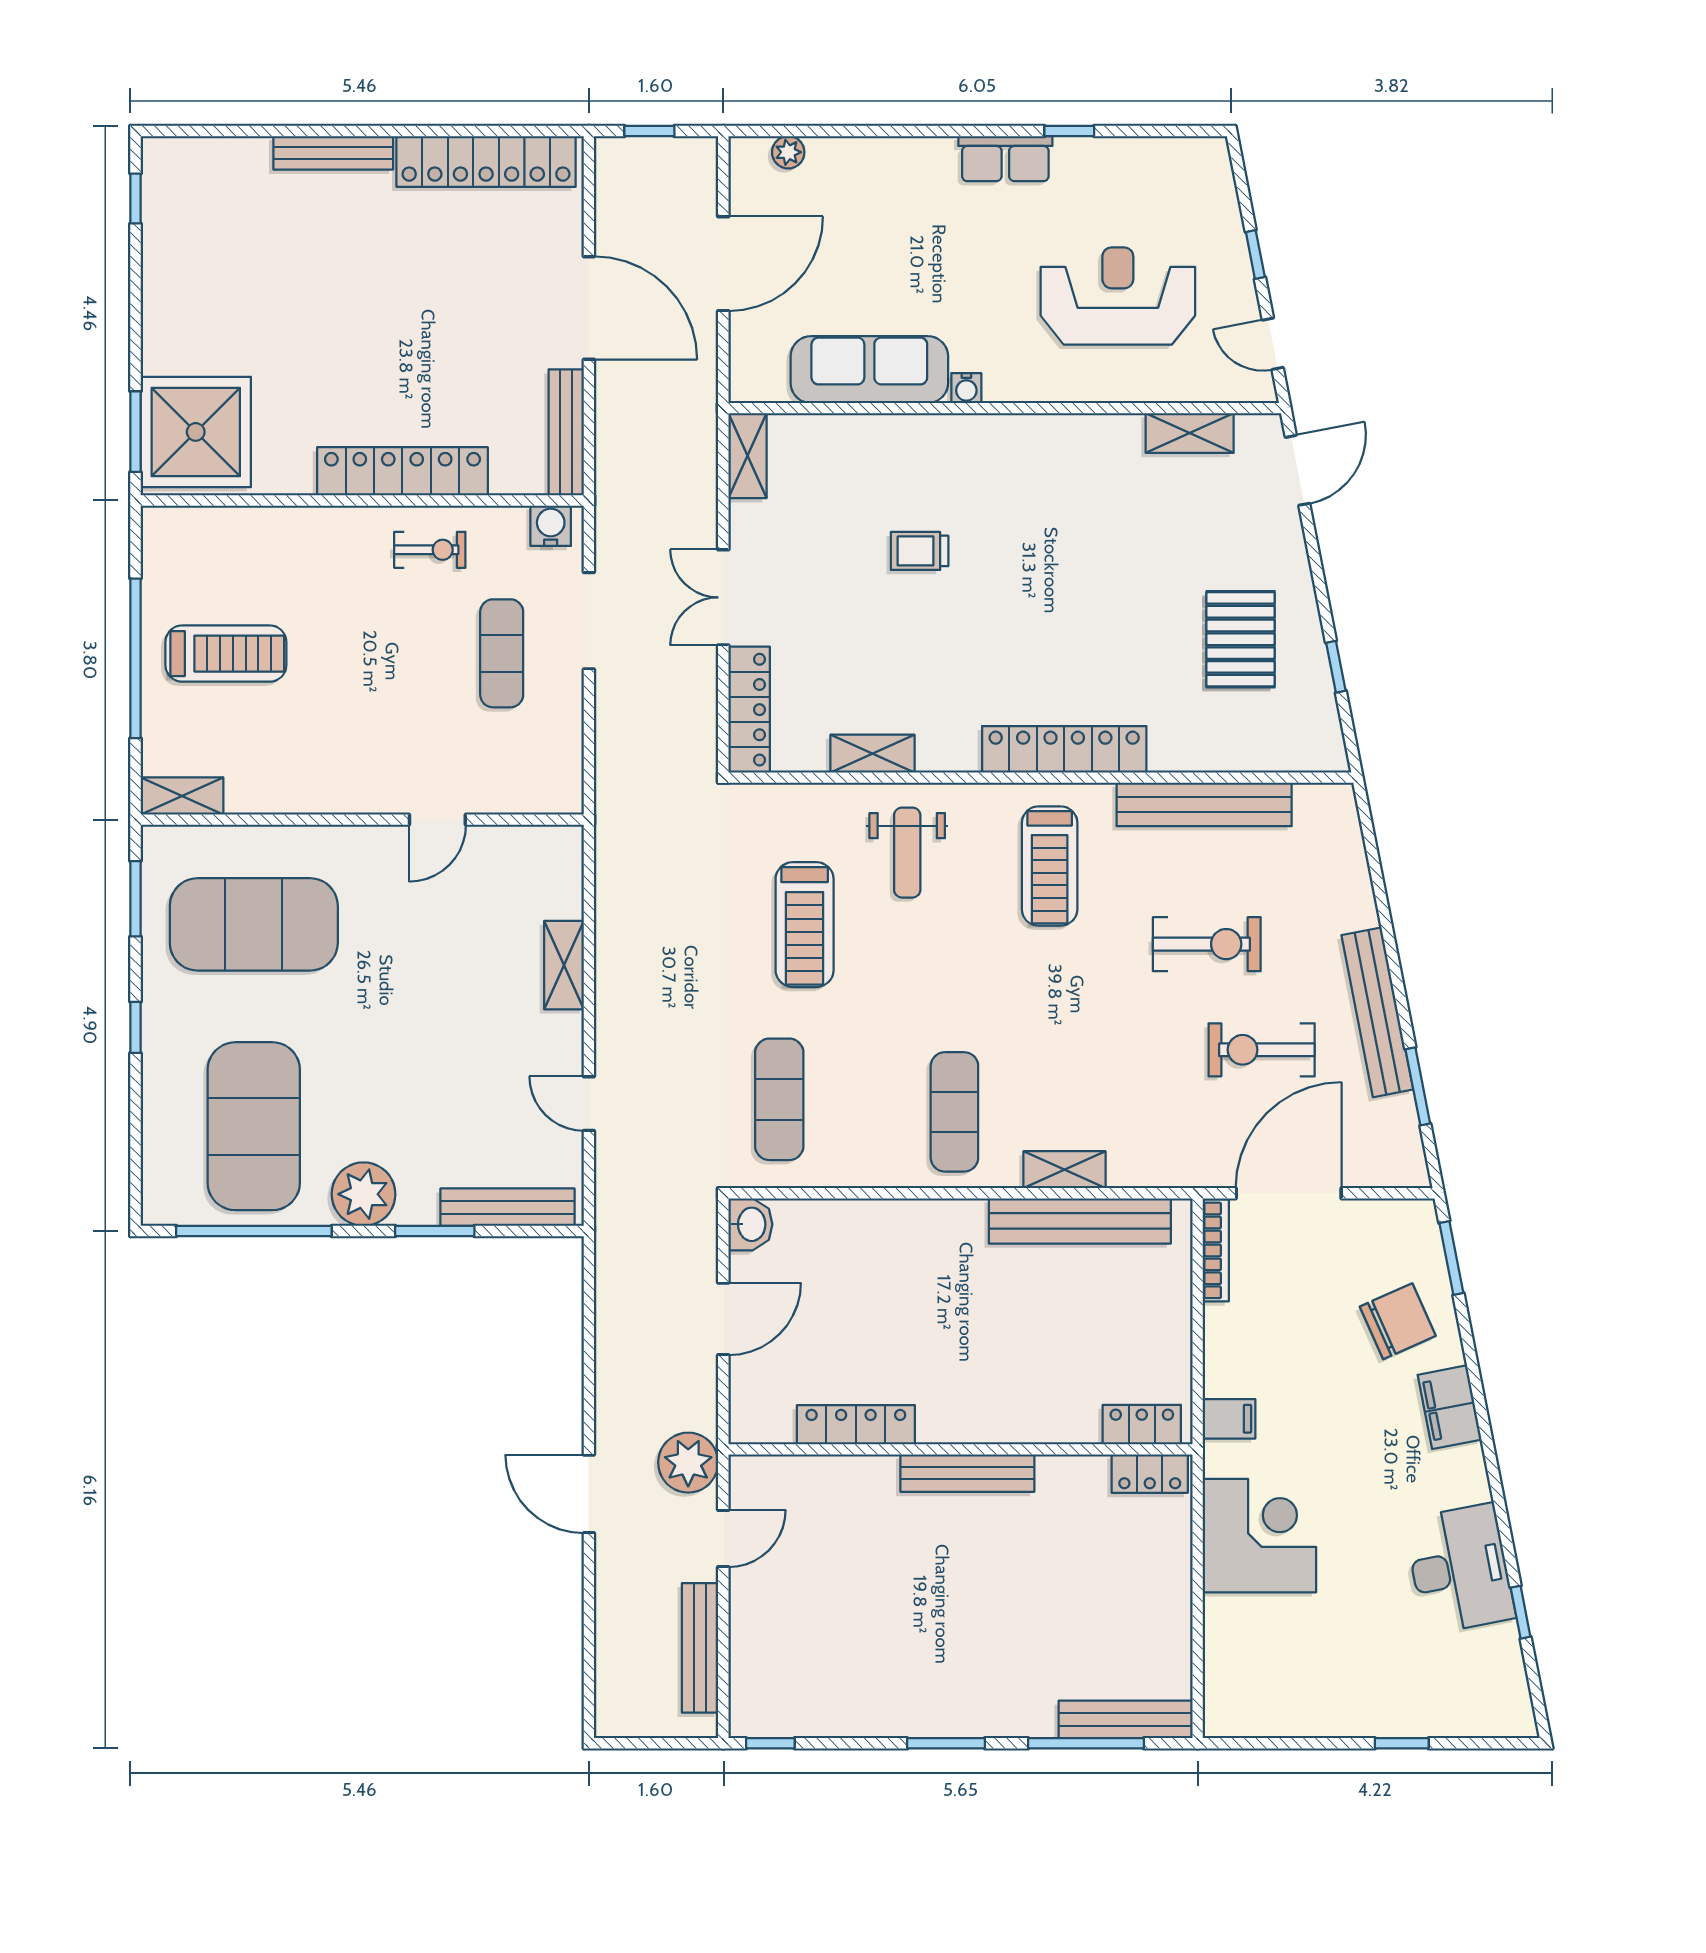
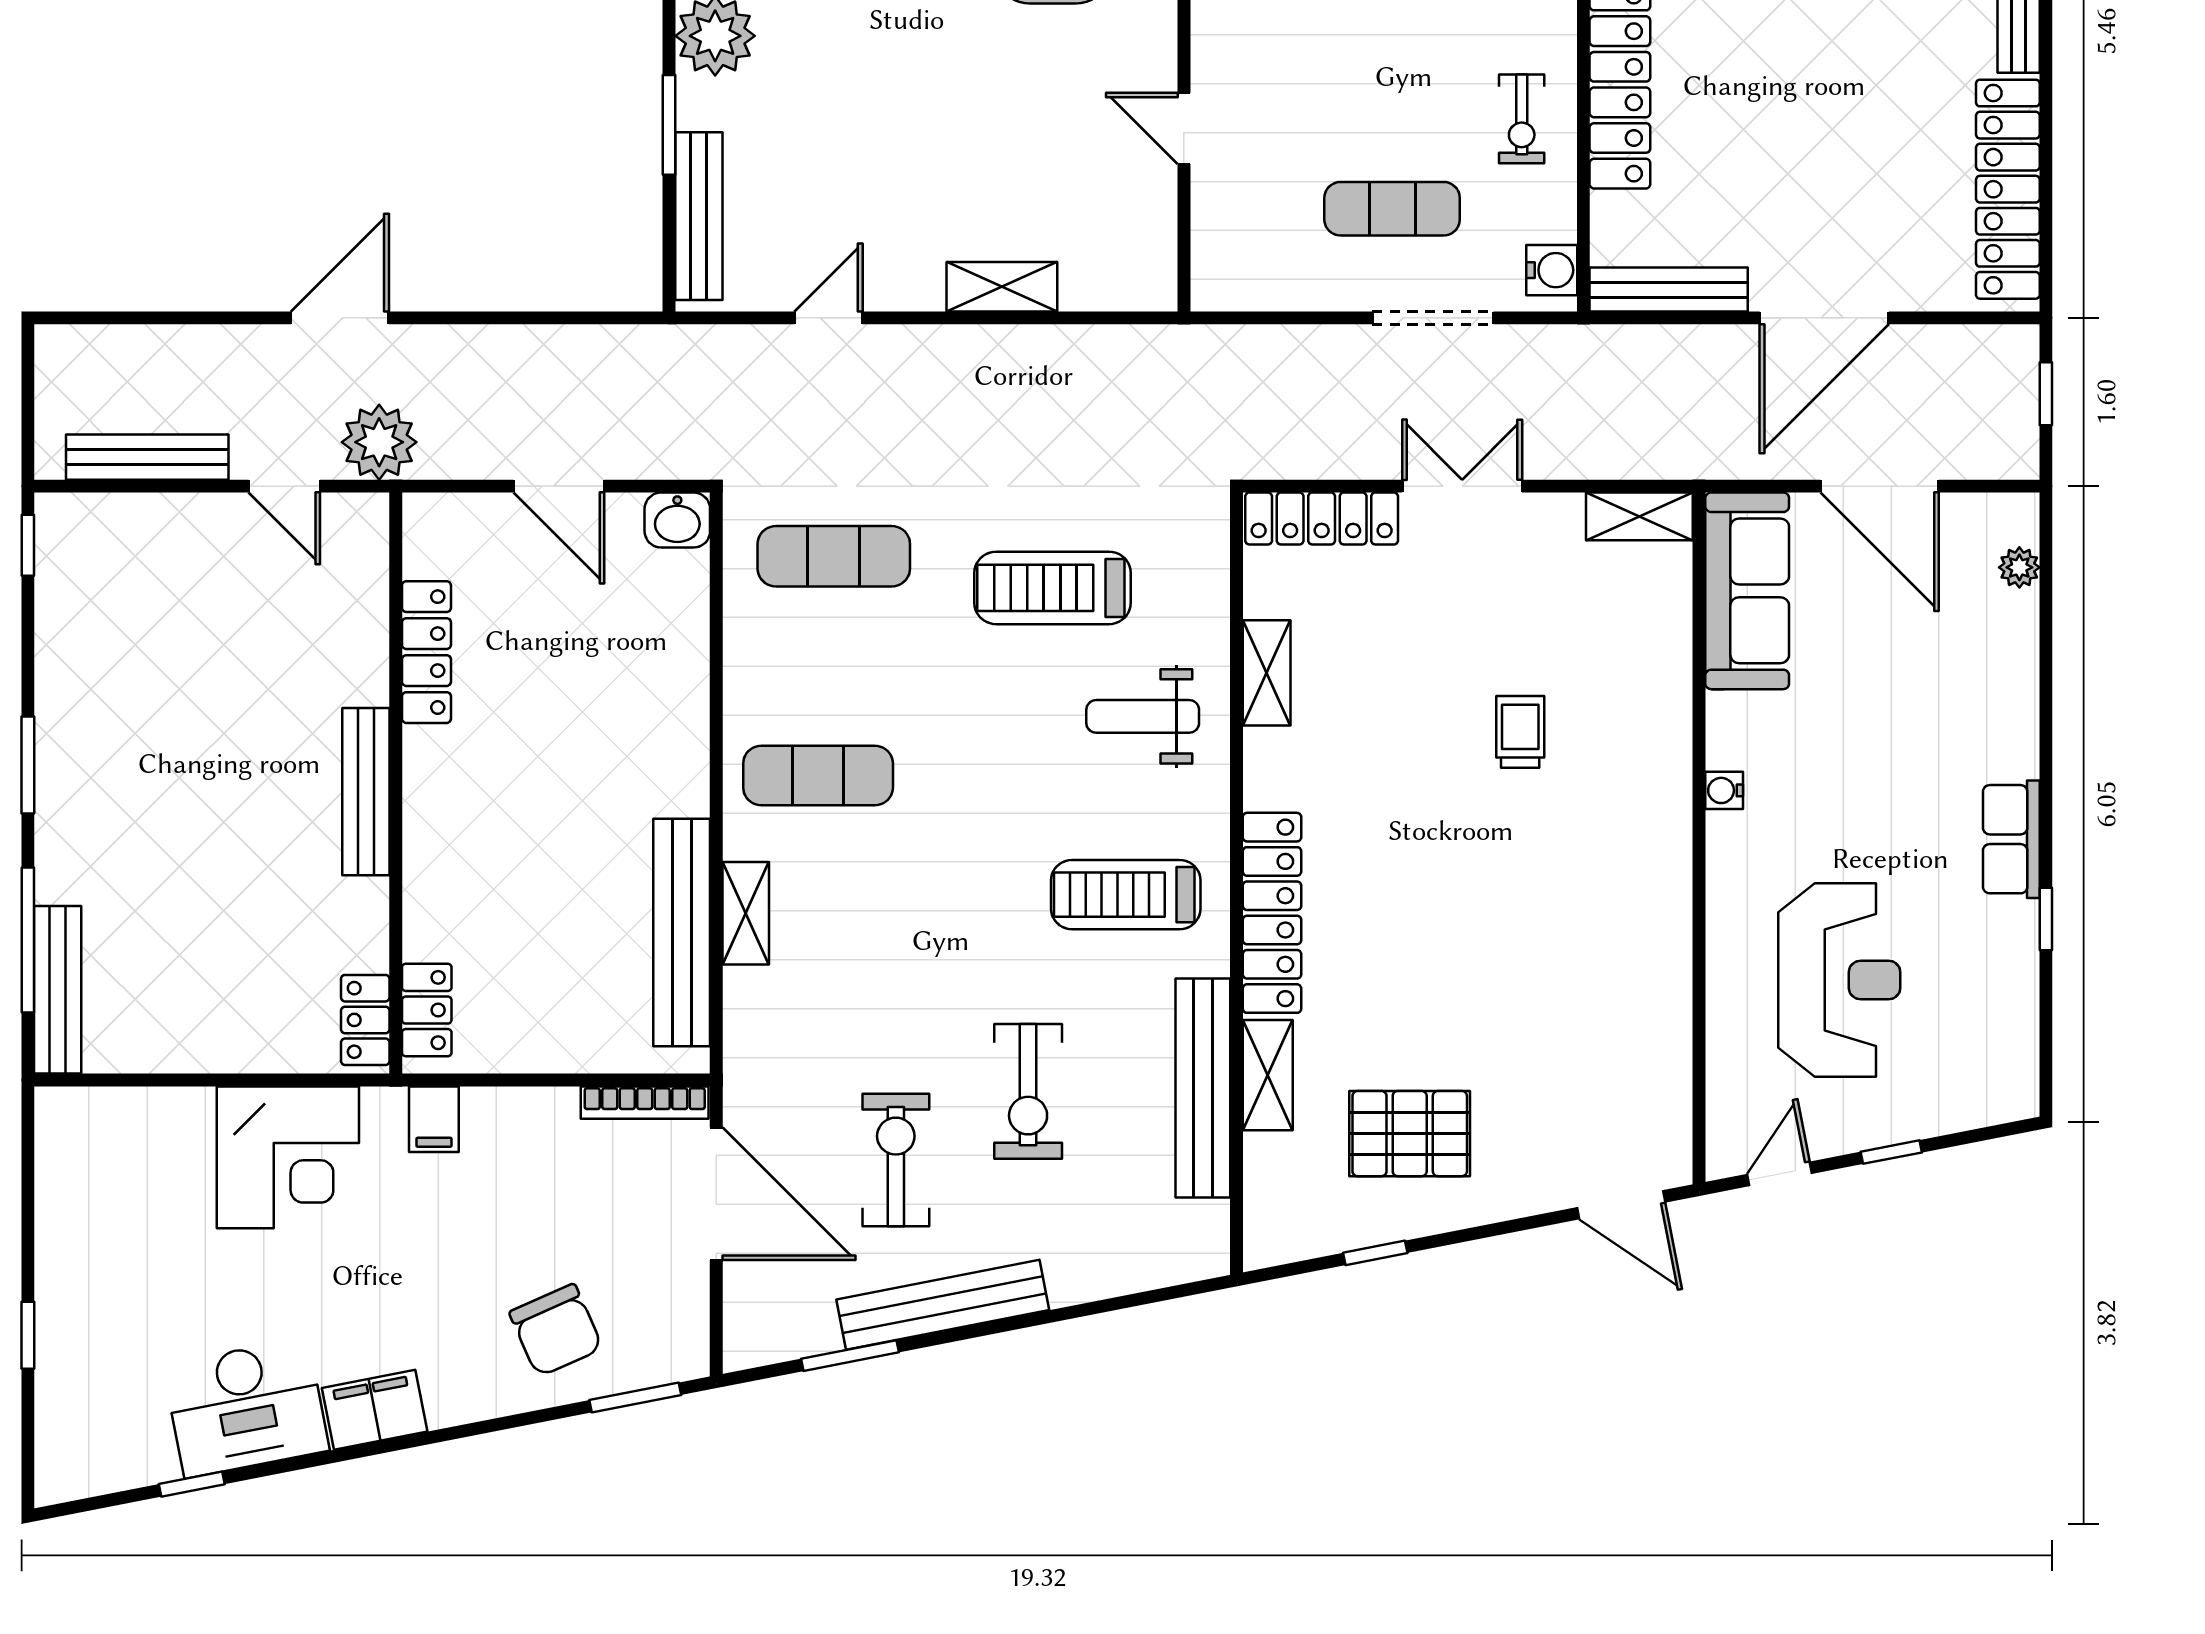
sofa: (869, 370) -> (1747, 591), moved
shelving: (1190, 433) -> (1268, 1075), moved
filing cabinet: (1450, 1407) -> (375, 1410), moved

